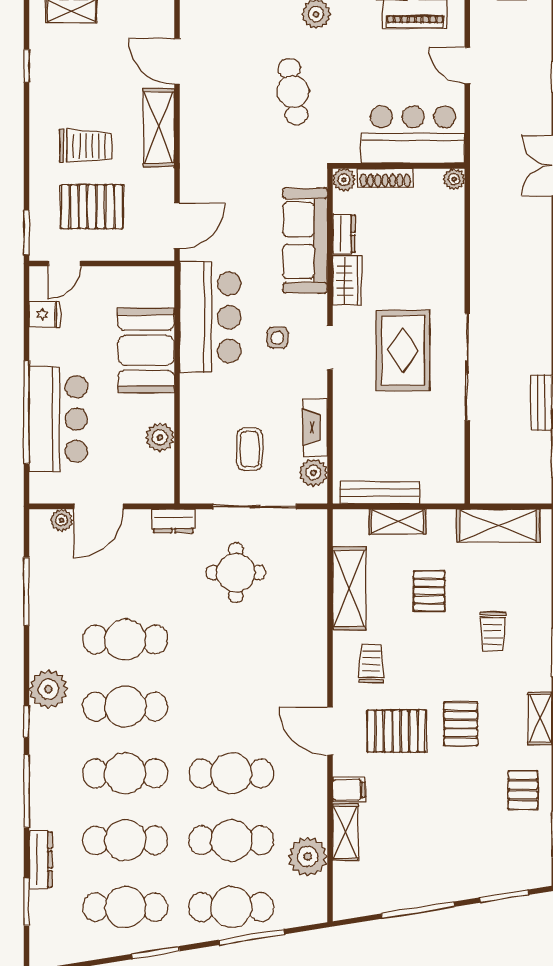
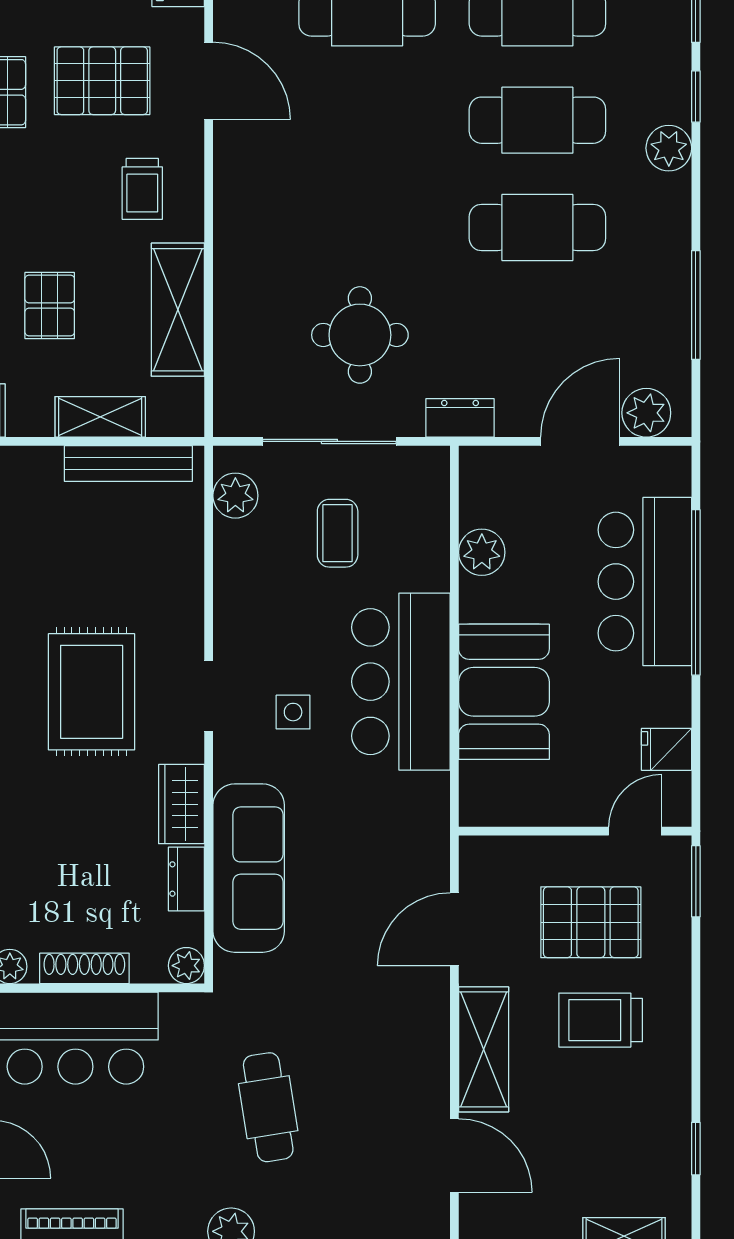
shoe rack: (385, 178) -> (84, 968), moved
door: (177, 226) -> (454, 929), moved
bar counter: (210, 317) -> (401, 682), moved
fireplace: (315, 428) -> (233, 568), removed
plant: (61, 520) -> (646, 413), width x1.38, depth x1.38
plant: (48, 689) -> (669, 148), width x0.73, depth x0.73

